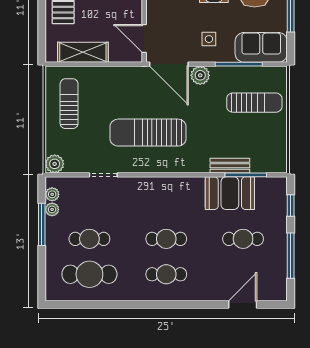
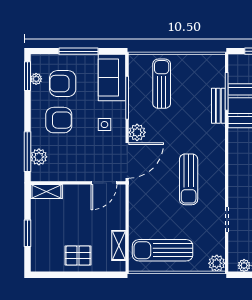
shelving: (83, 52) -> (119, 245), width x0.67, depth x0.75
sun lounger: (69, 104) -> (163, 250), width x1.36, depth x1.34
sun lounger: (148, 133) -> (189, 179), width x0.73, depth x0.75

